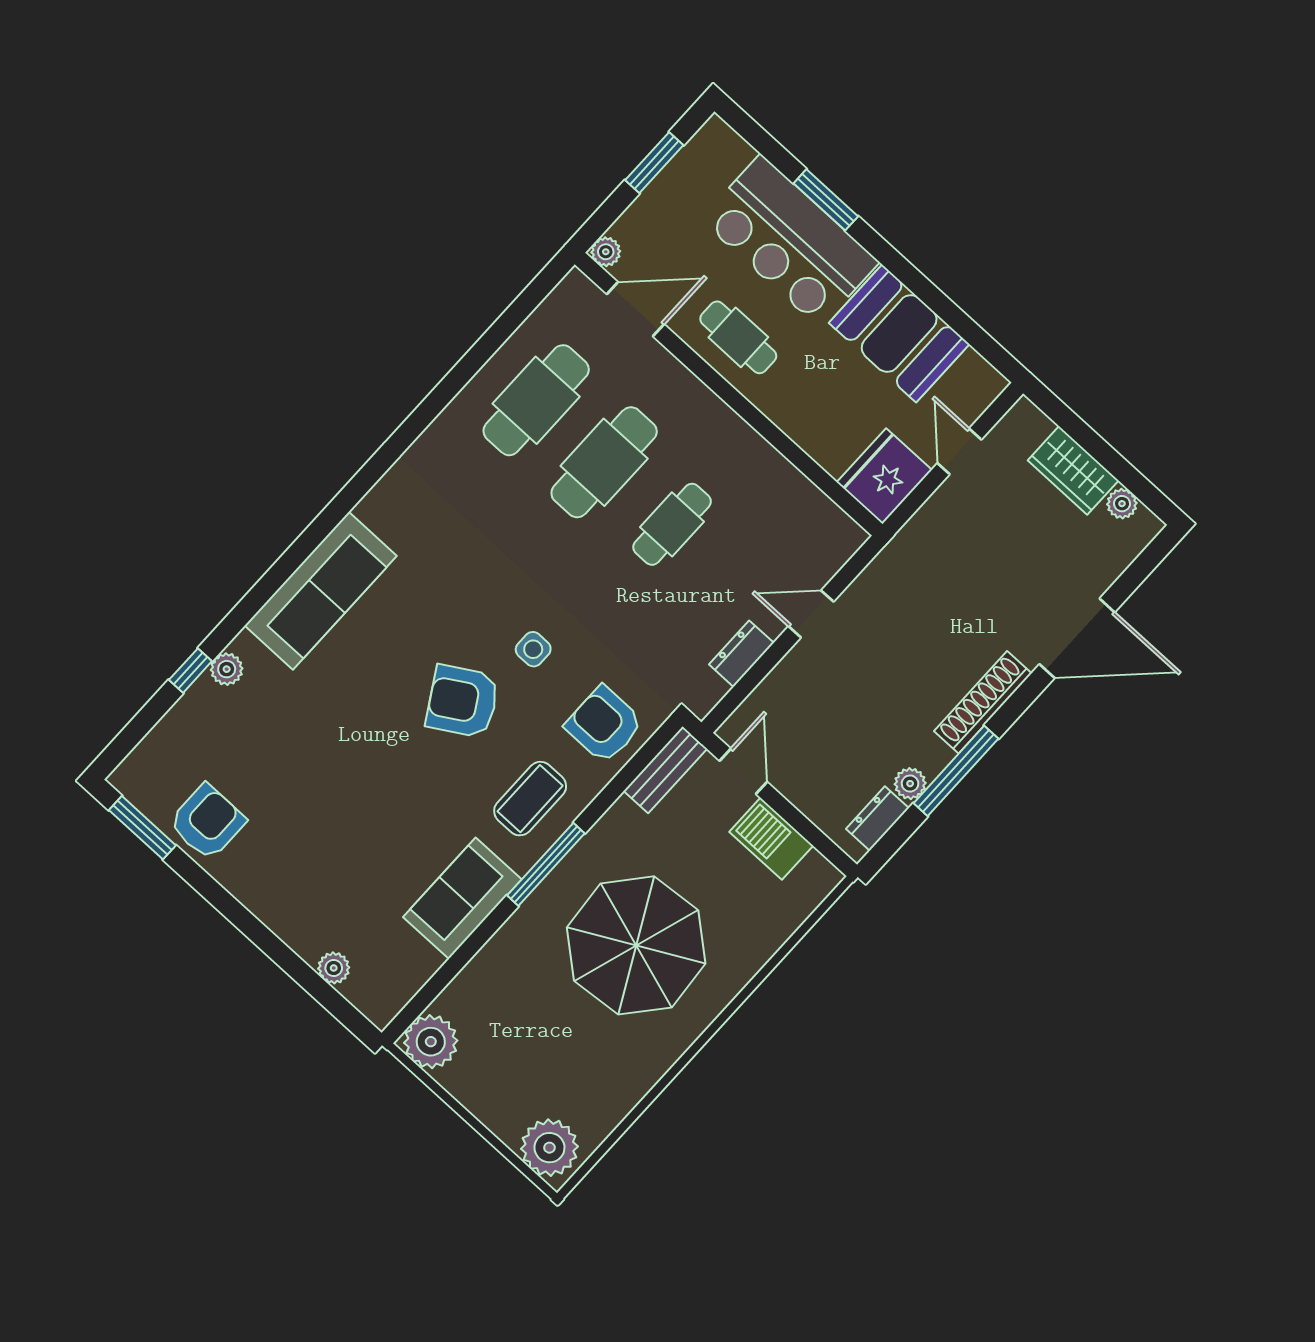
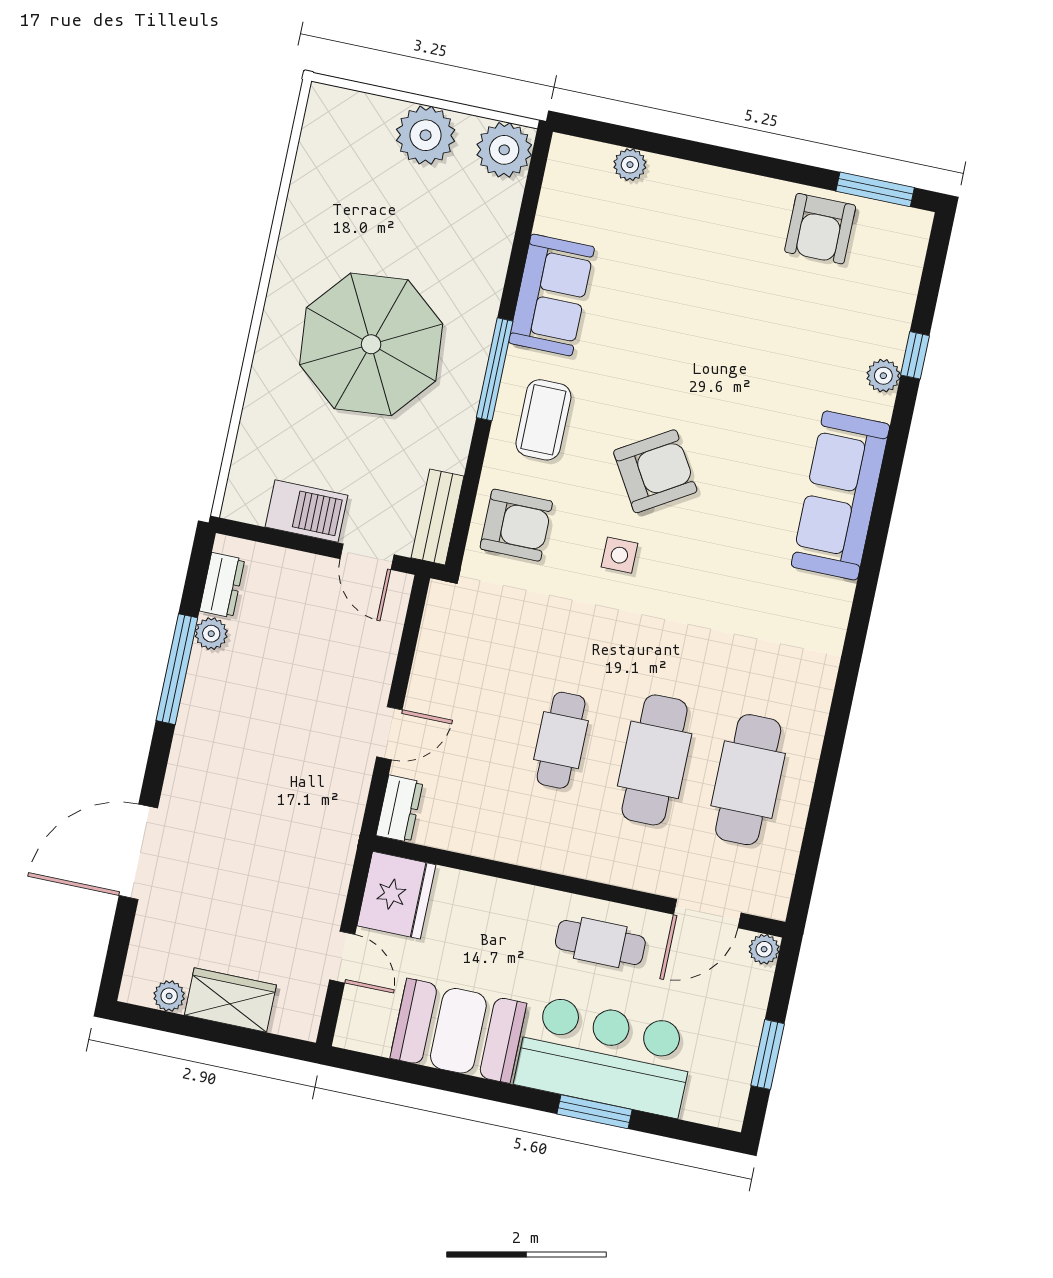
dresser: (741, 654) -> (399, 809), moved
shoe rack: (983, 702) -> (189, 745), removed
plant: (549, 1148) -> (426, 135), moved

